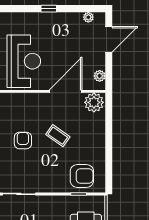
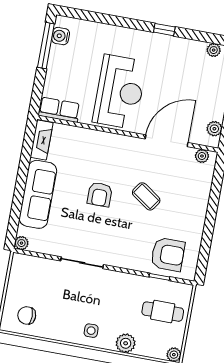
plant: (94, 102) -> (202, 156), width x0.53, depth x0.53
armchair: (23, 141) -> (100, 194), turned 180

